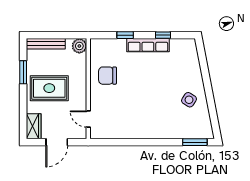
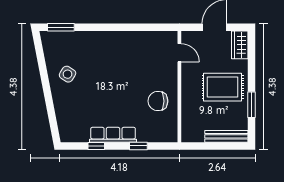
plant: (79, 46) -> (189, 134), removed
chair: (108, 76) -> (158, 101), turned 180

